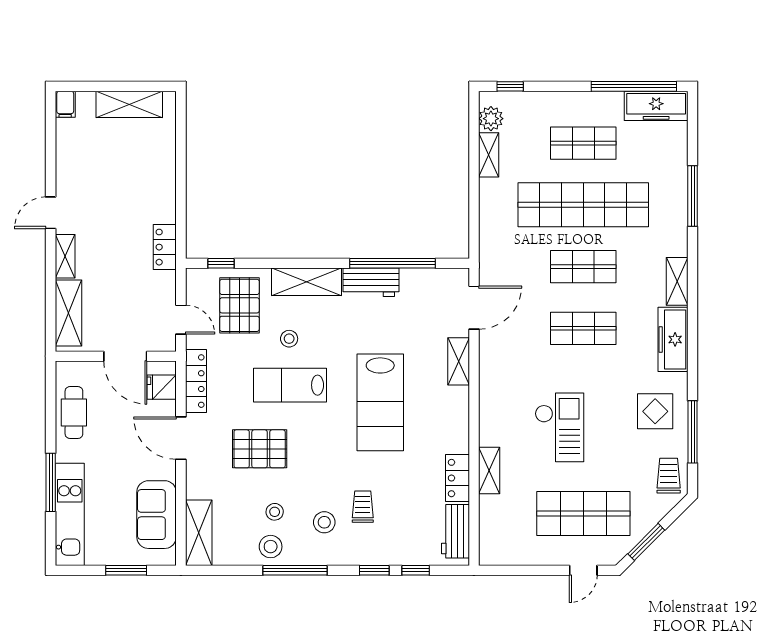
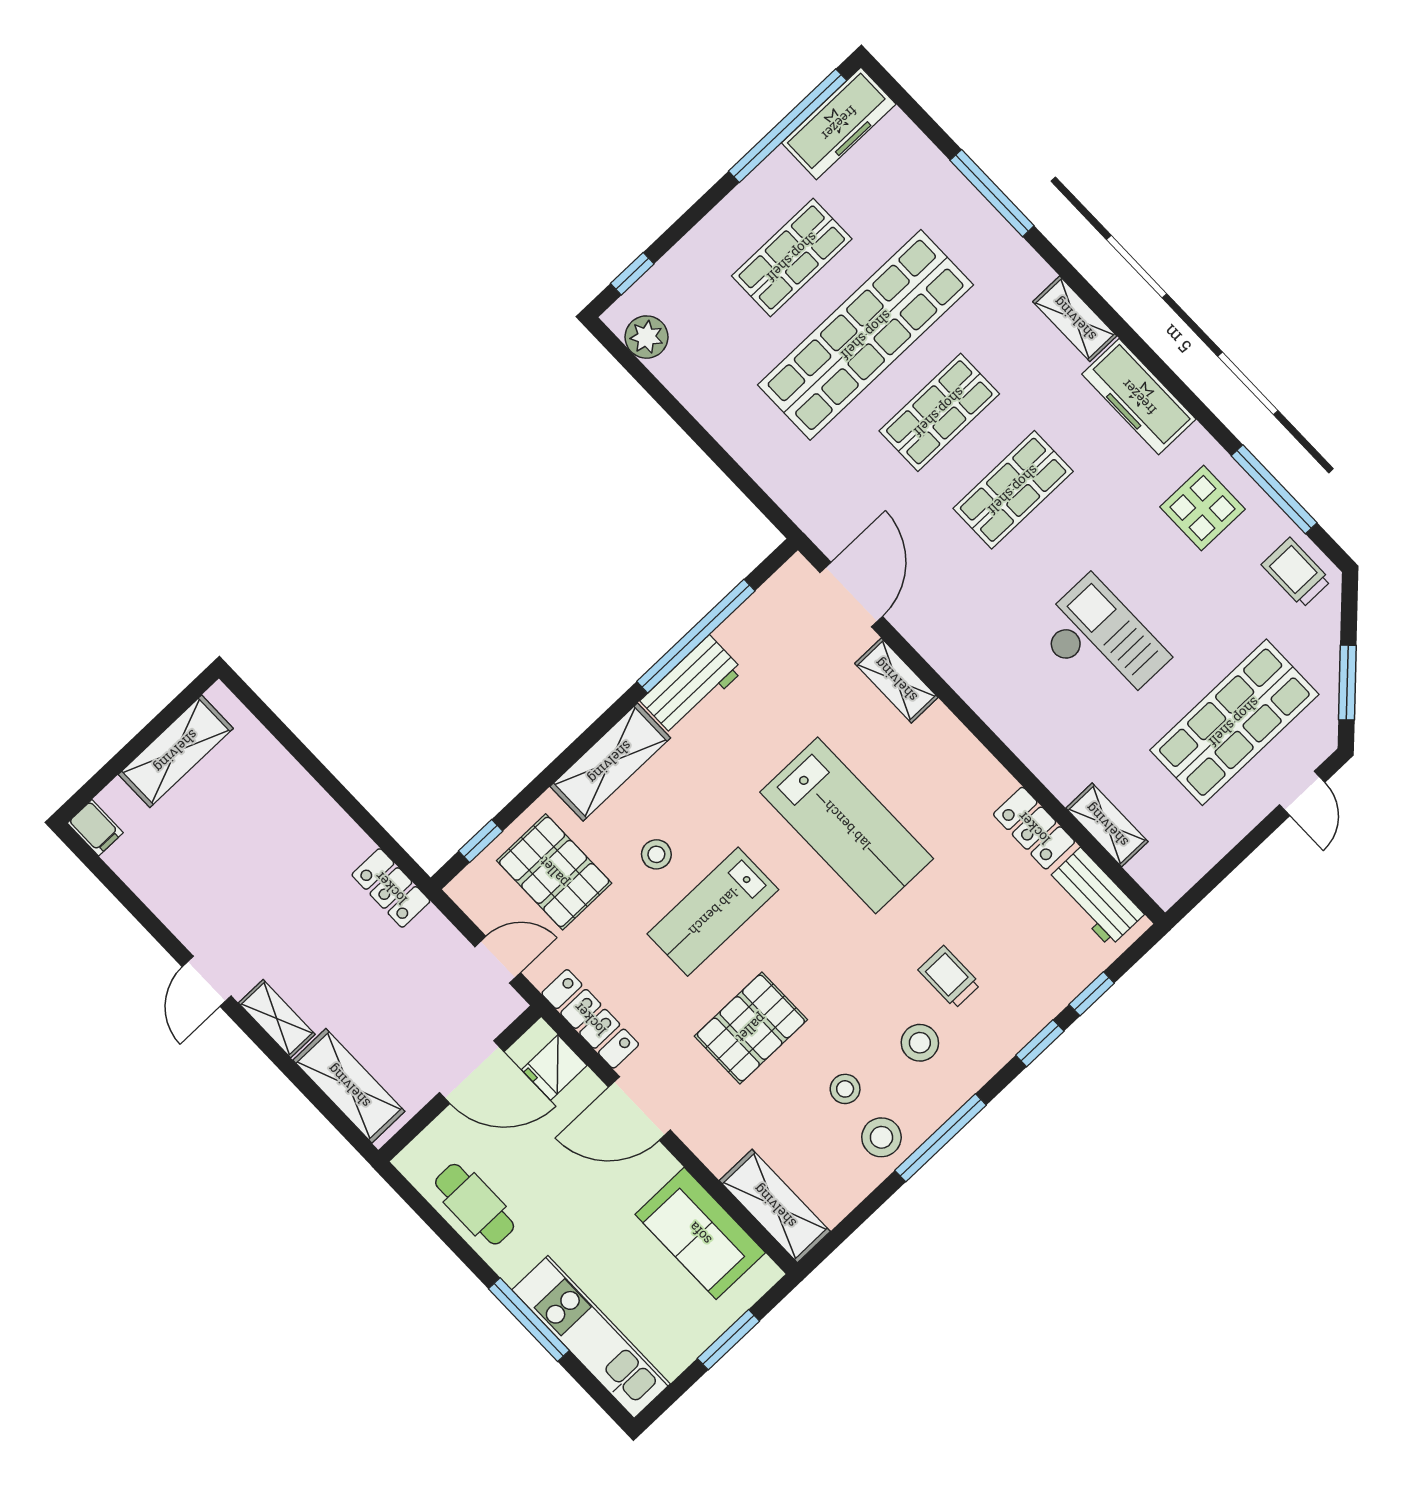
shelving: (489, 155) -> (687, 385), removed
shelving: (489, 471) -> (1107, 825), moved

